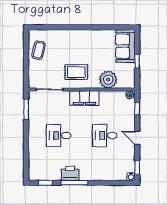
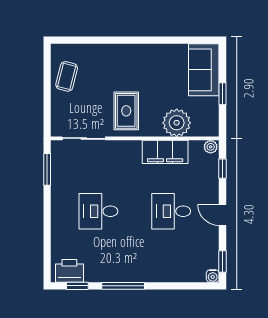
rug: (76, 72) -> (126, 111), turned 90
filing cabinet: (84, 98) -> (165, 152), moved
printer: (70, 173) -> (69, 271), moved

